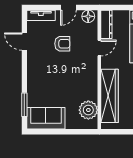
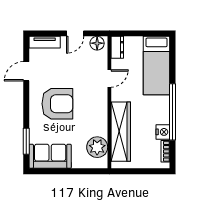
dresser: (106, 24) -> (117, 47), width x0.70
door: (24, 42) -> (26, 71), hinge flipped
armchair: (62, 44) -> (57, 104), moved, width x1.88, depth x1.88

